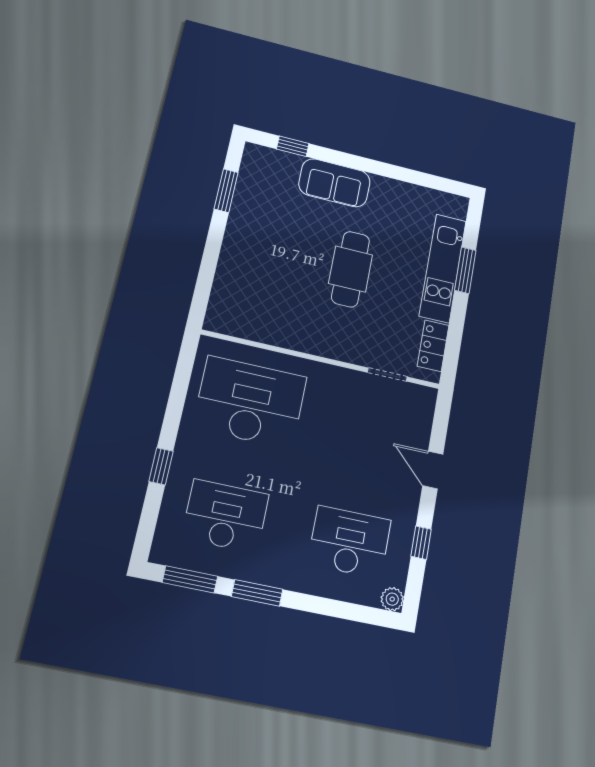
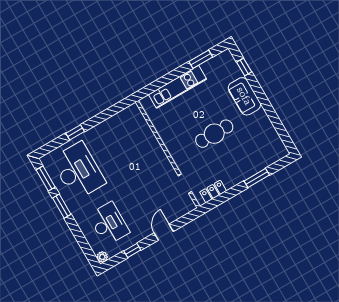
kitchen unit: (443, 268) -> (178, 87), moved, turned 180
desk: (250, 402) -> (127, 143), removed
desk: (225, 516) -> (78, 171), width x1.36, depth x1.30

